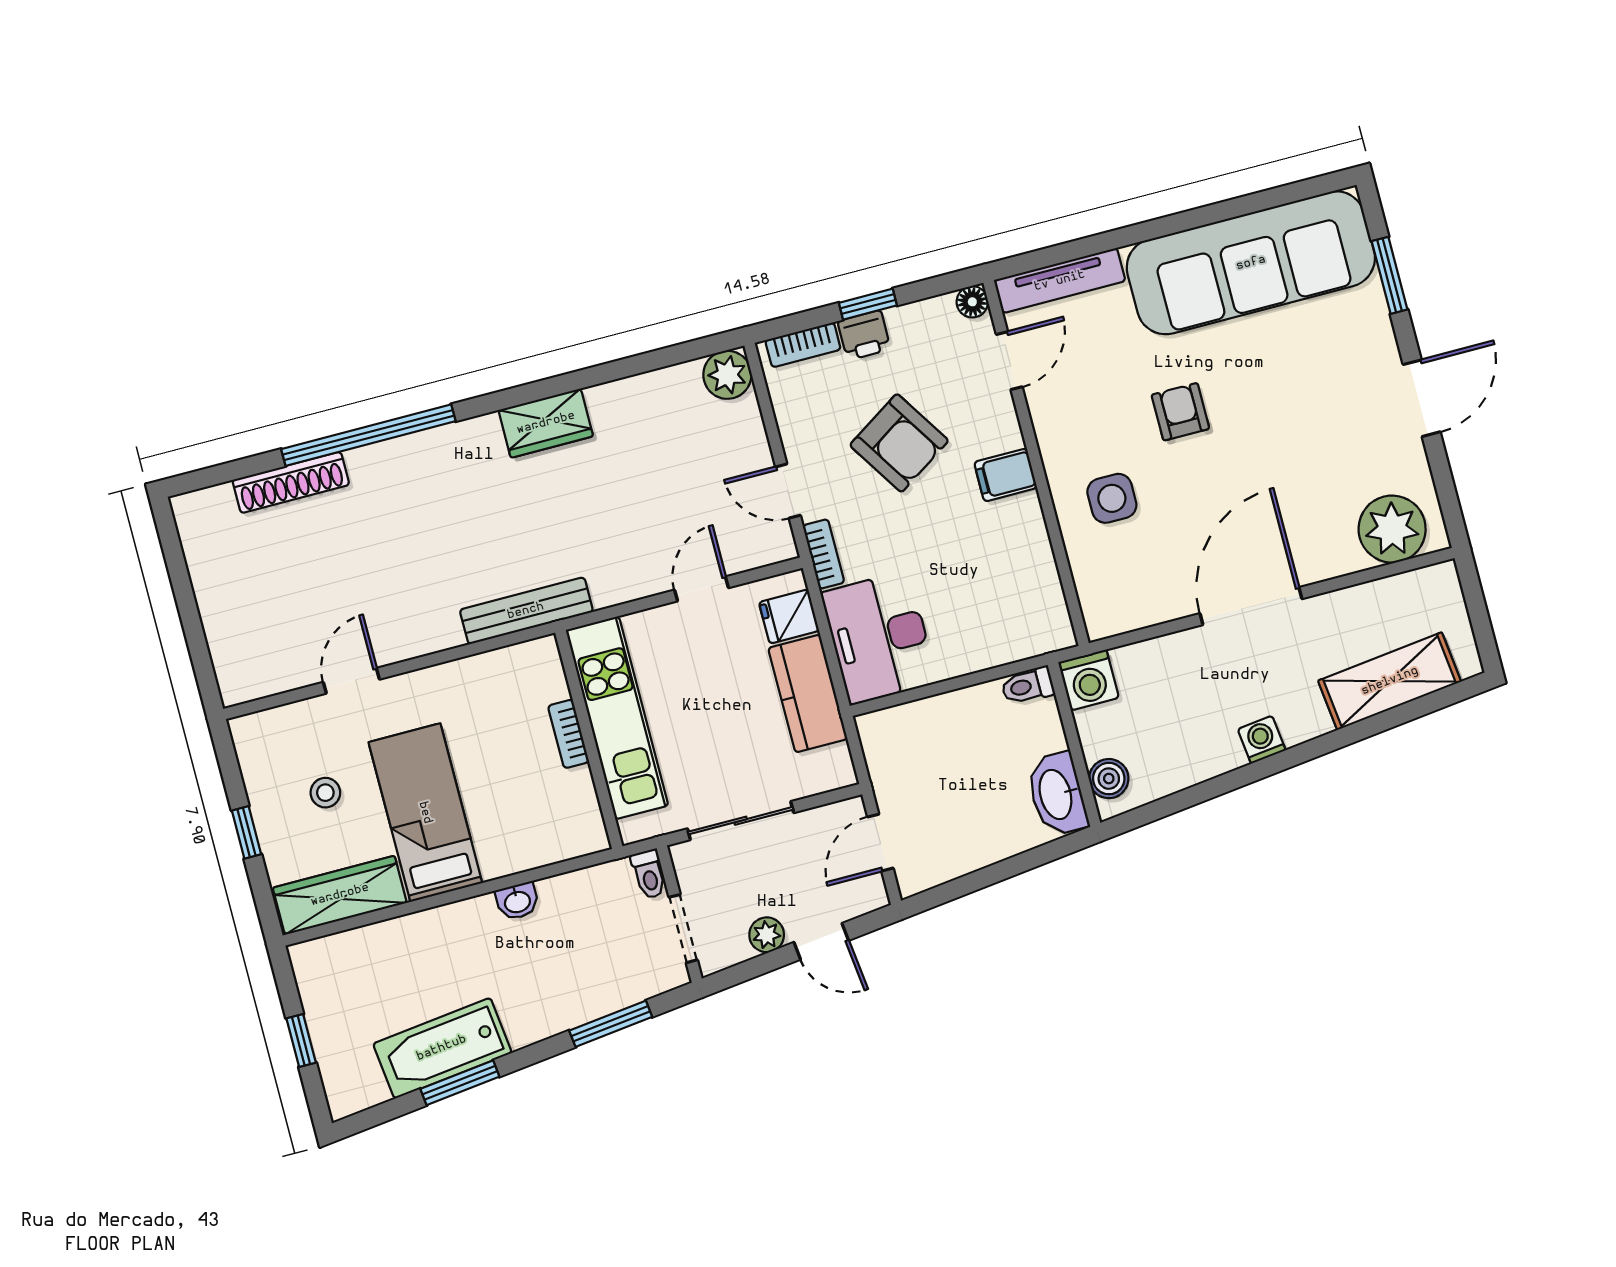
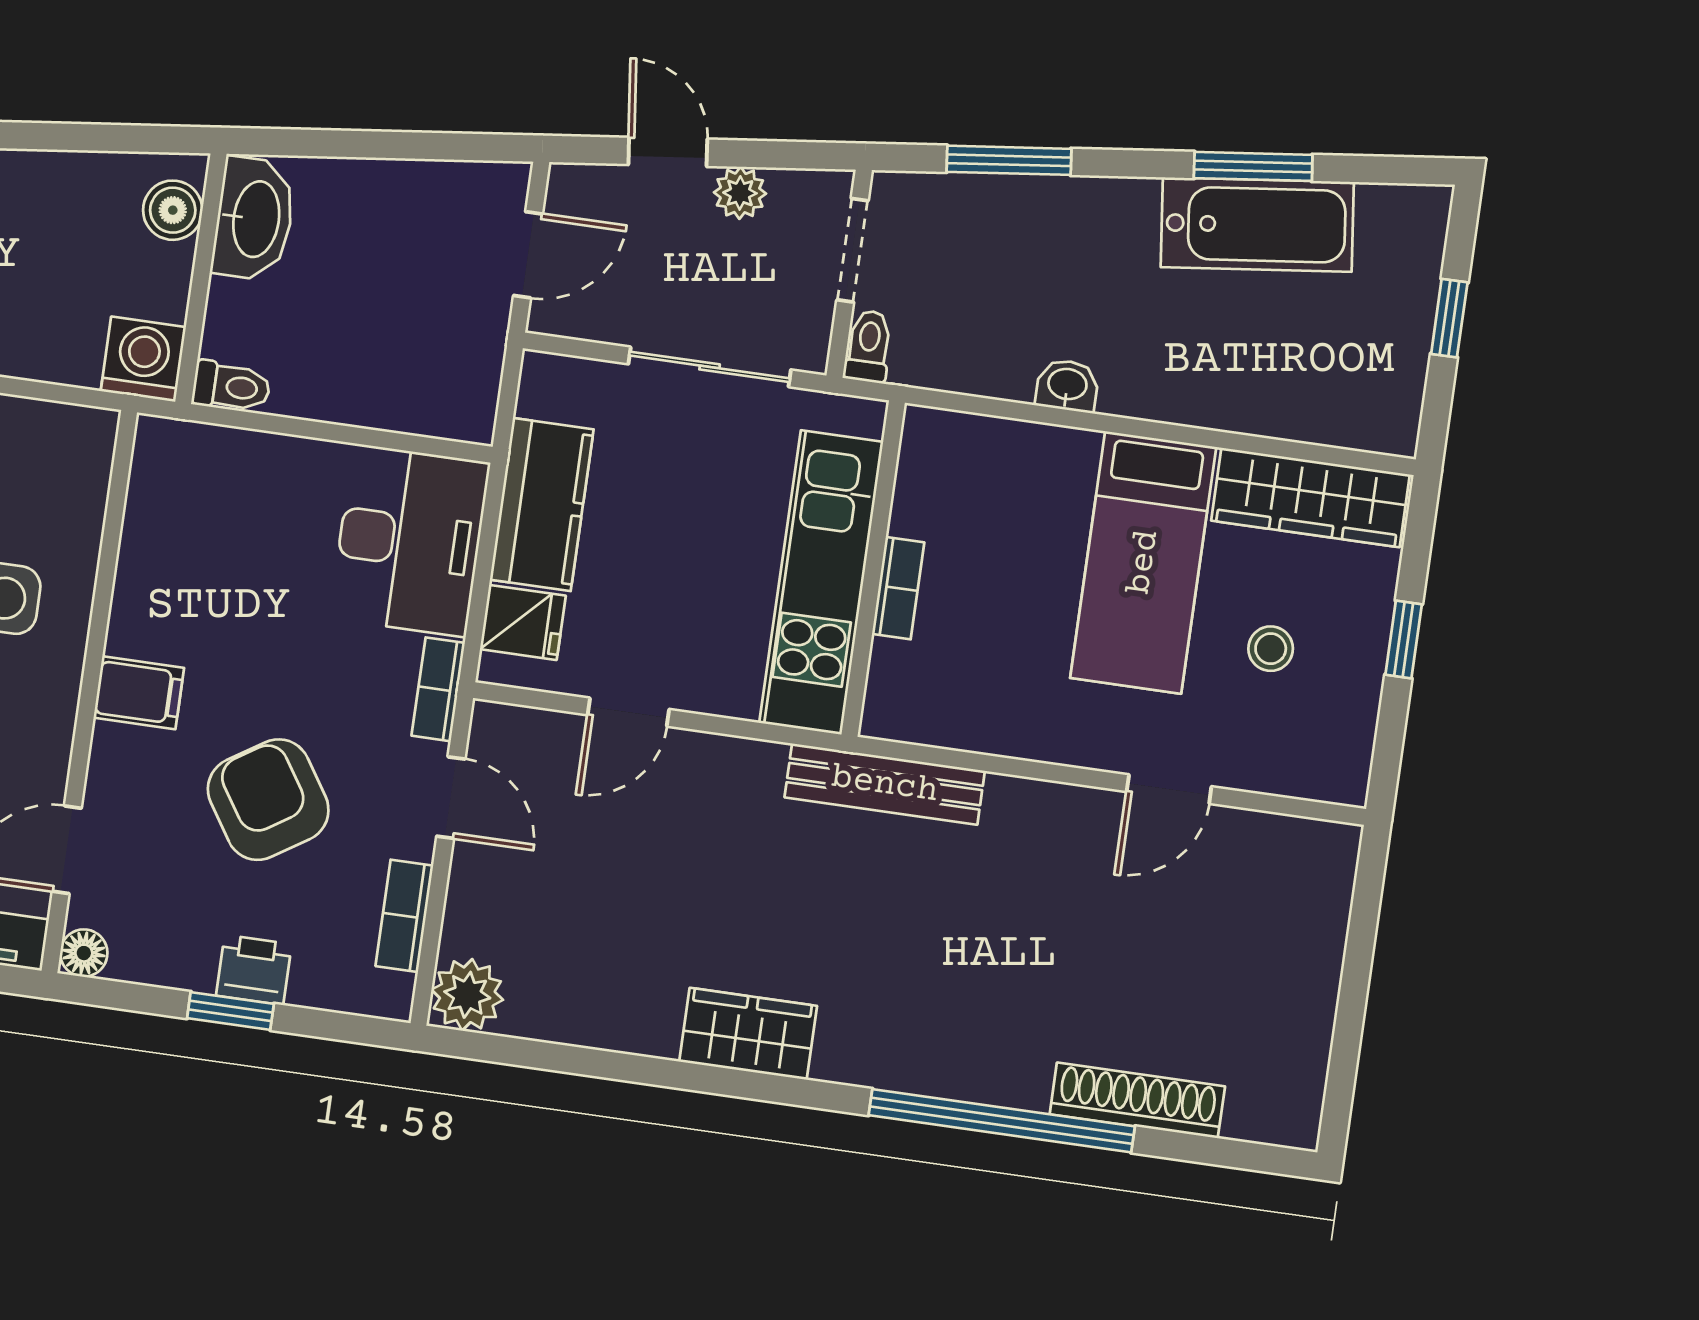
bookcase: (803, 345) -> (404, 916), moved, turned -90

